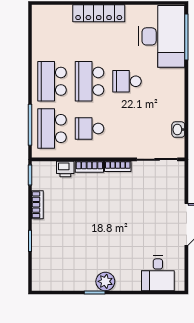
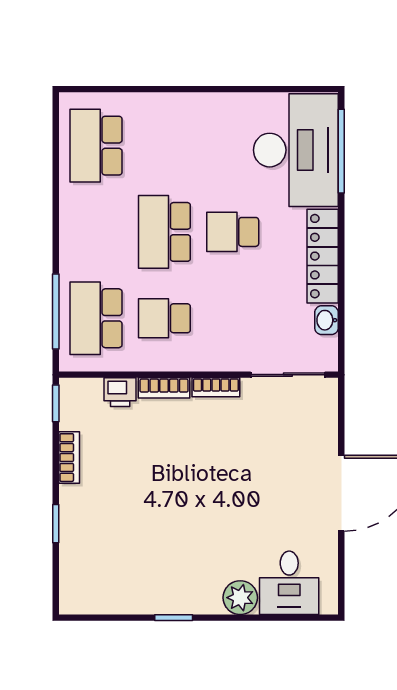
locker: (99, 13) -> (323, 256), moved, turned 90
school desk: (52, 81) -> (96, 146), moved
plant: (105, 281) -> (240, 598), moved

